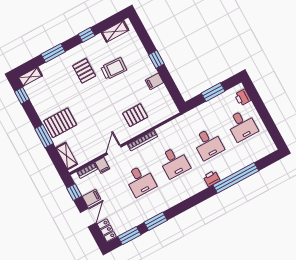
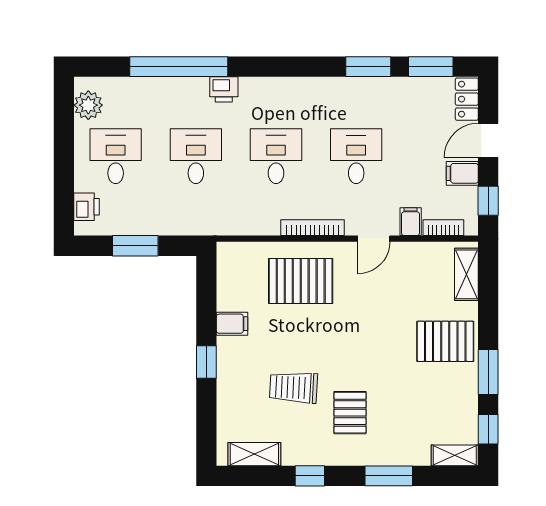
pallet: (135, 115) -> (301, 281), width x1.50, depth x1.42
window: (44, 136) -> (488, 372), moved
plant: (265, 141) -> (88, 105), added

